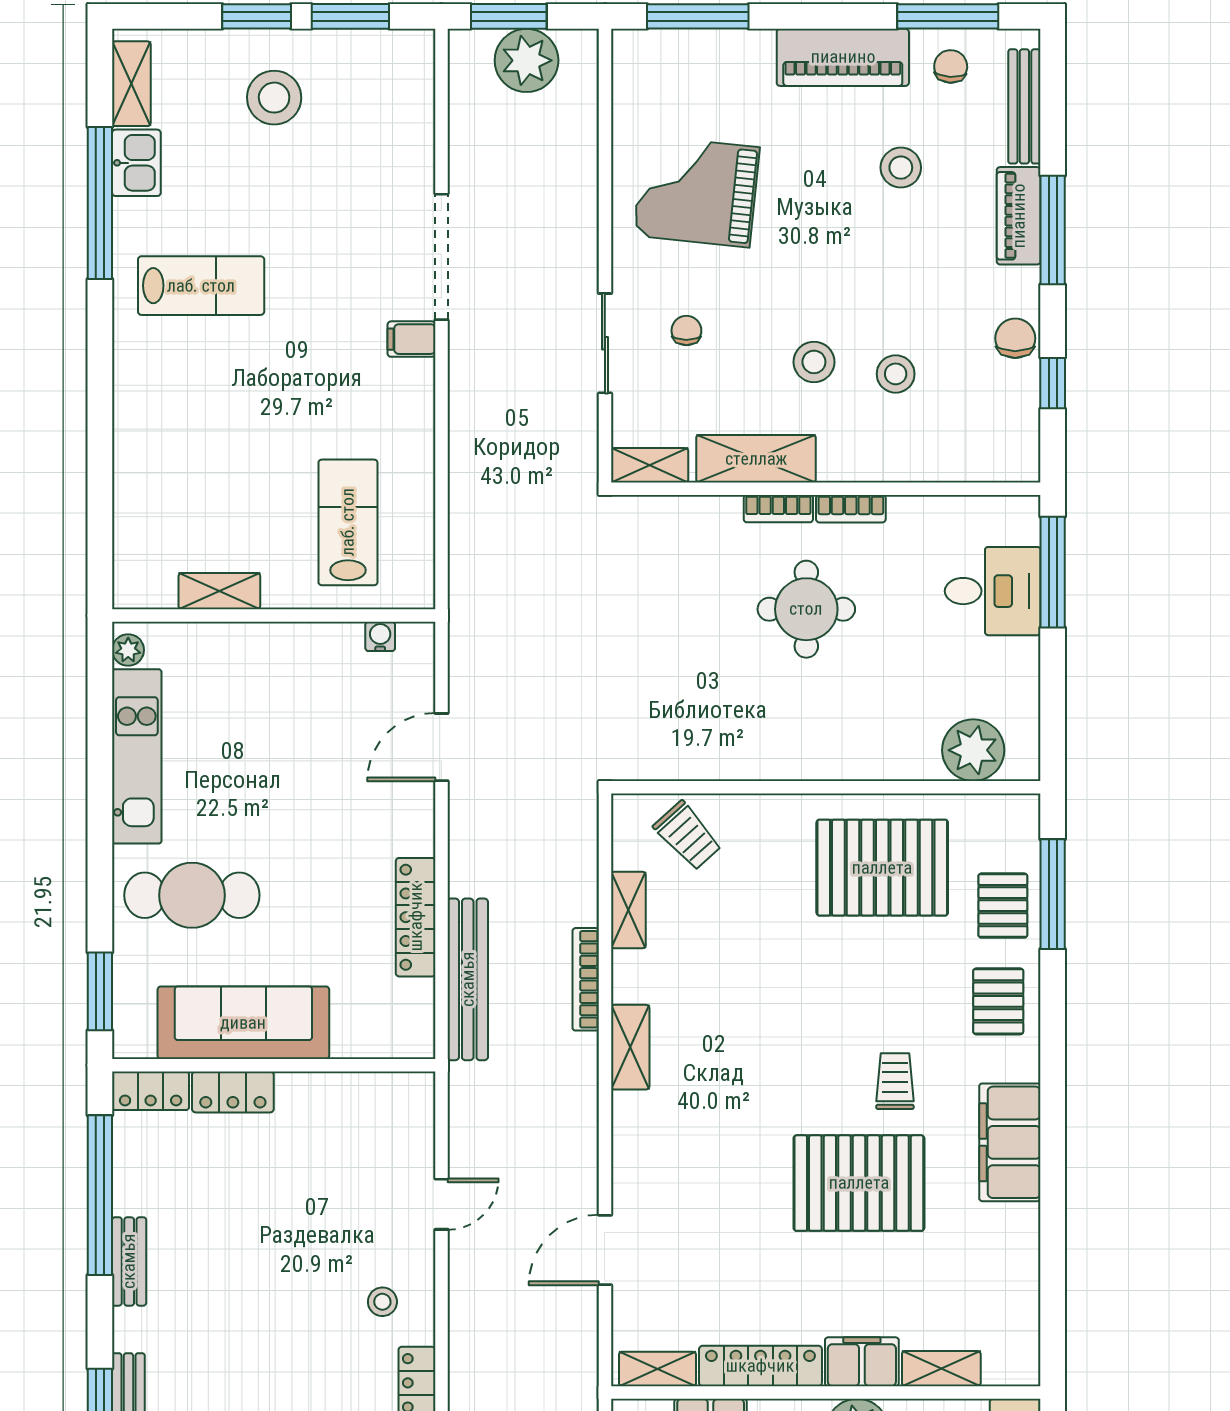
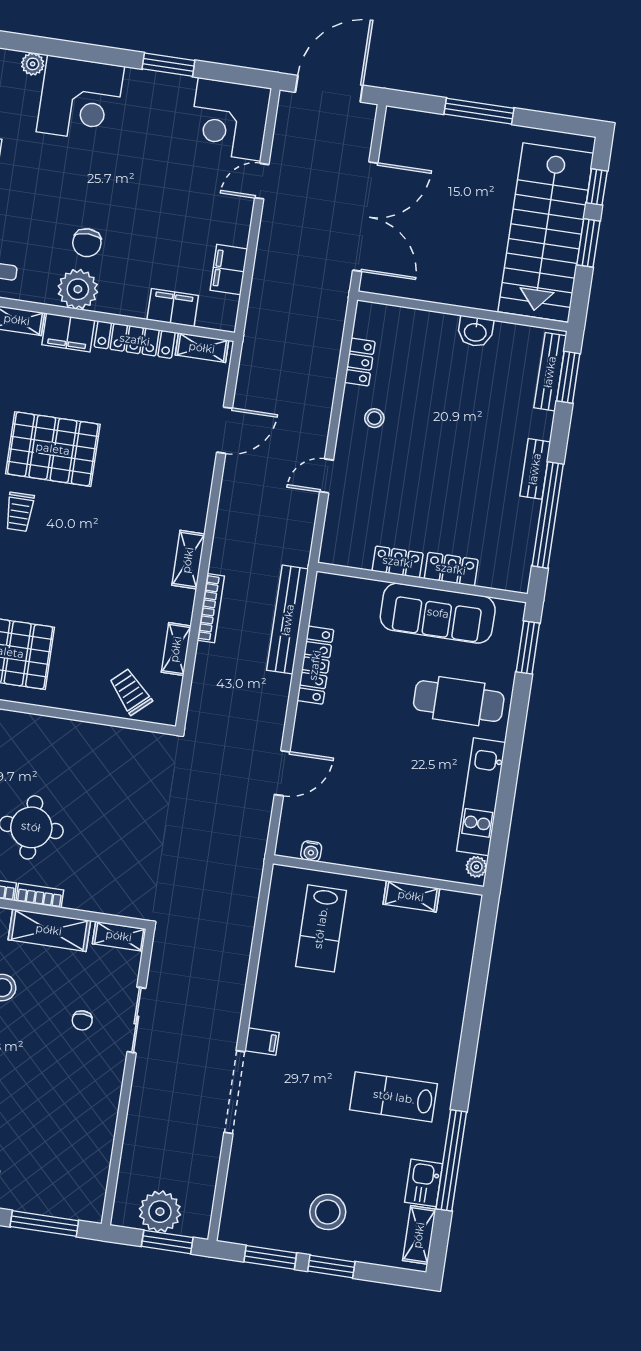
grand piano: (697, 191) -> (62, 1110), removed
locker: (151, 1091) -> (398, 562), moved

